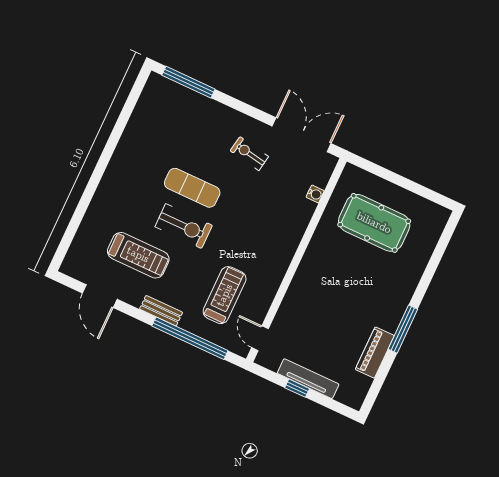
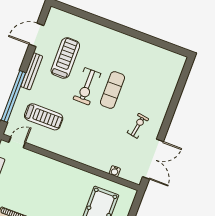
window: (188, 82) -> (182, 82), removed
treadmill: (138, 255) -> (65, 58), turned 180
bench: (161, 311) -> (32, 71), width x1.36

